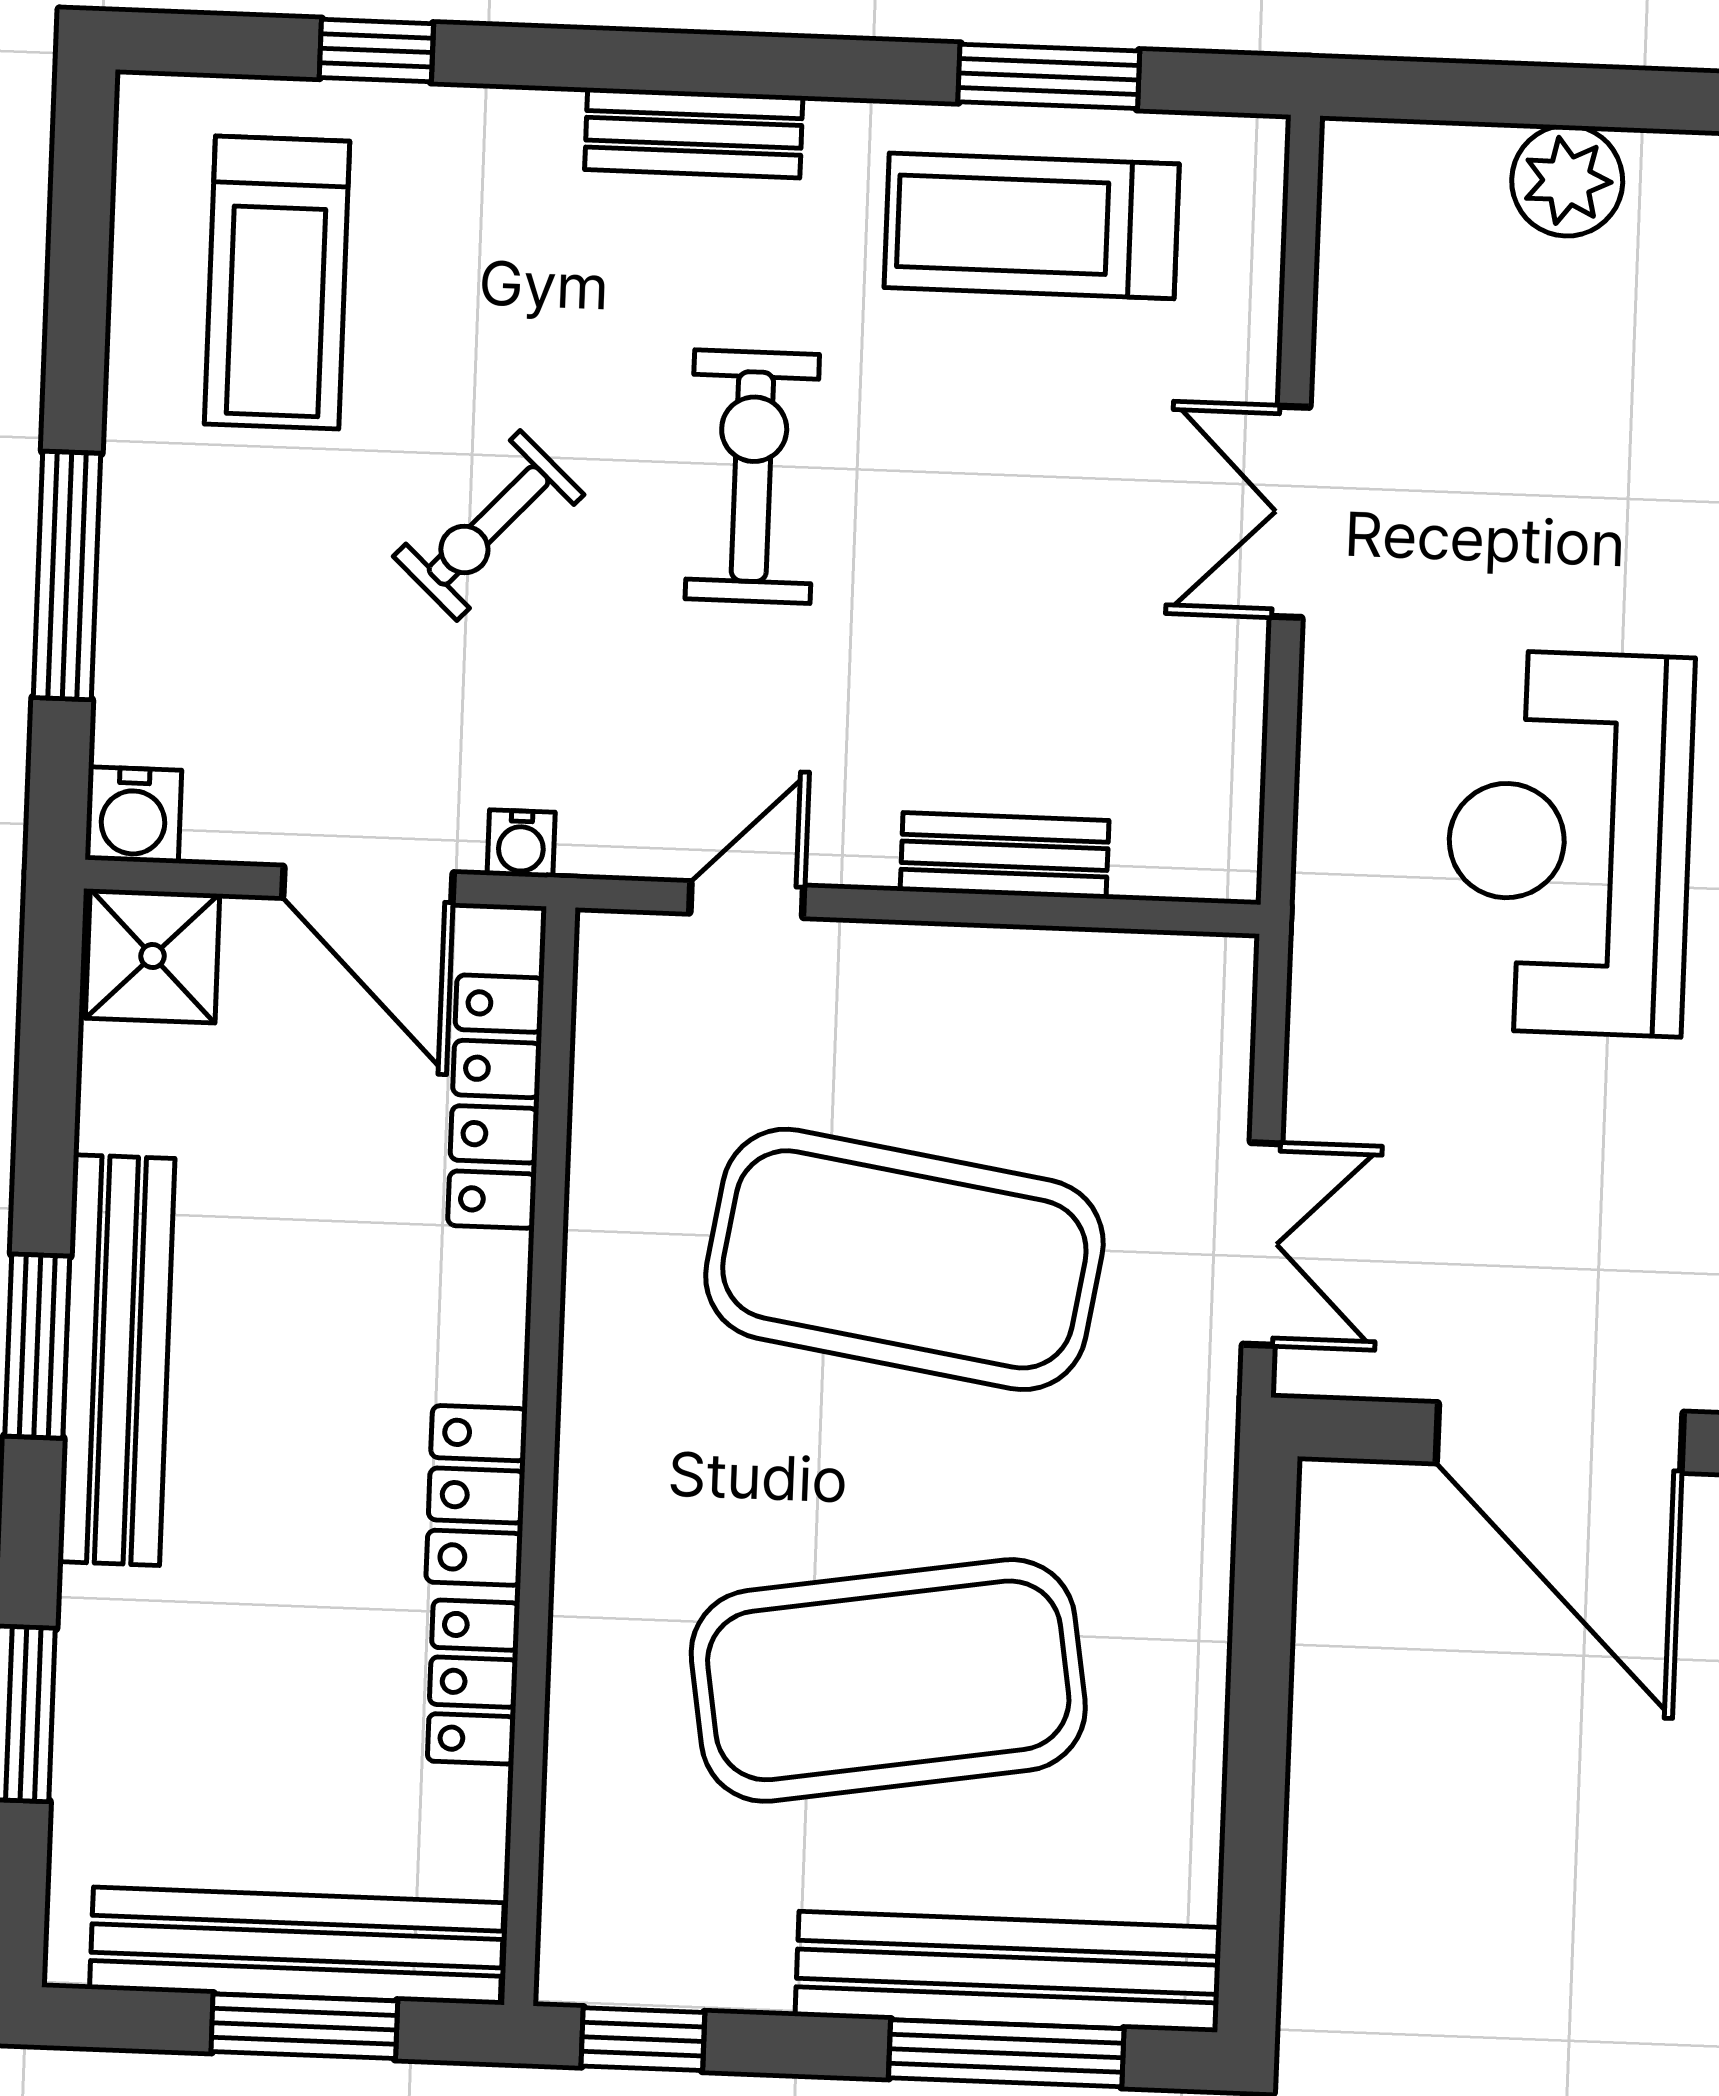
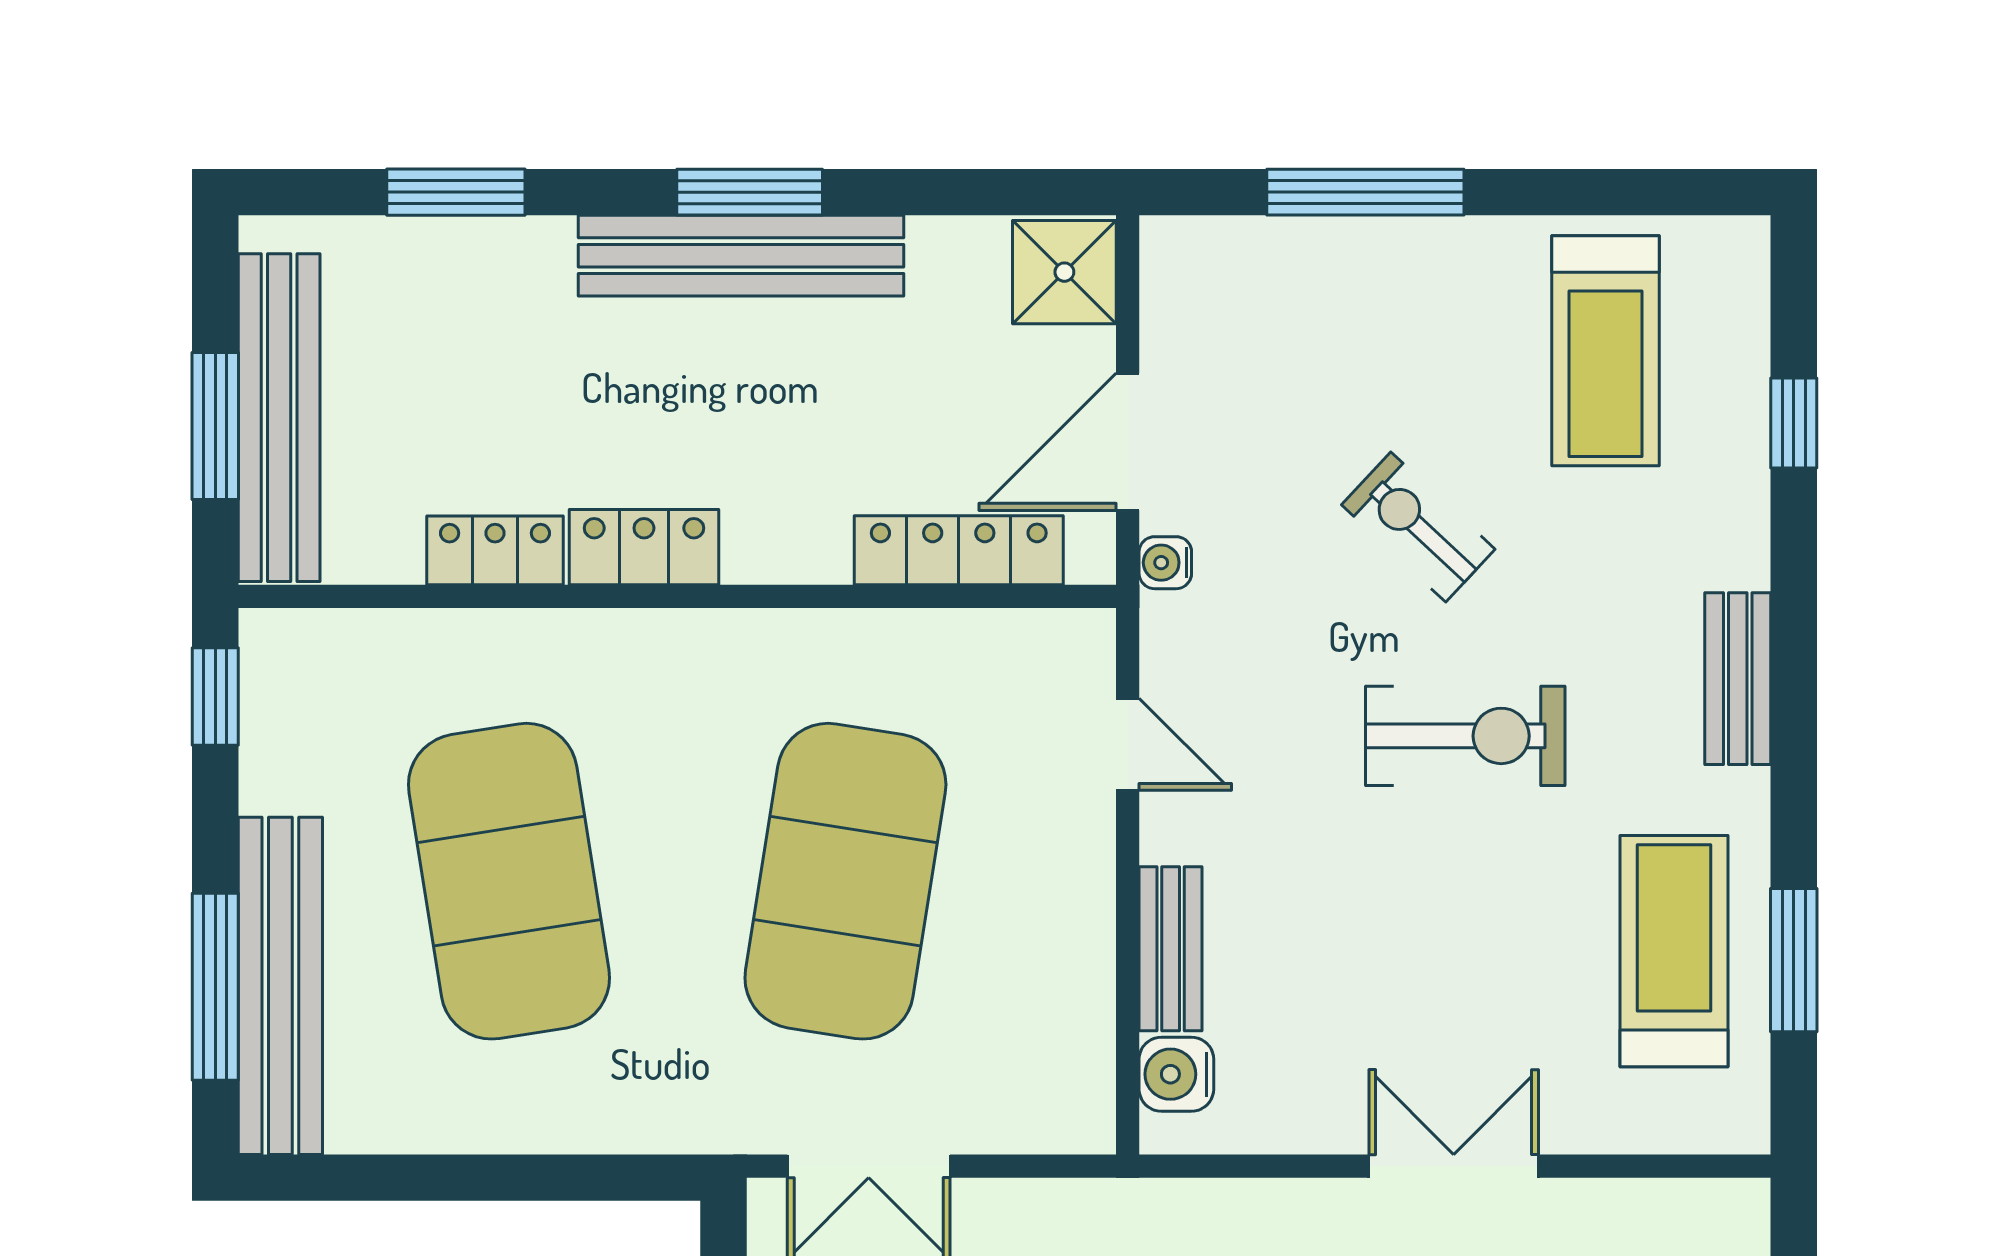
treadmill: (277, 283) -> (1606, 351), turned -90
water cooler: (133, 815) -> (1176, 1074), moved

